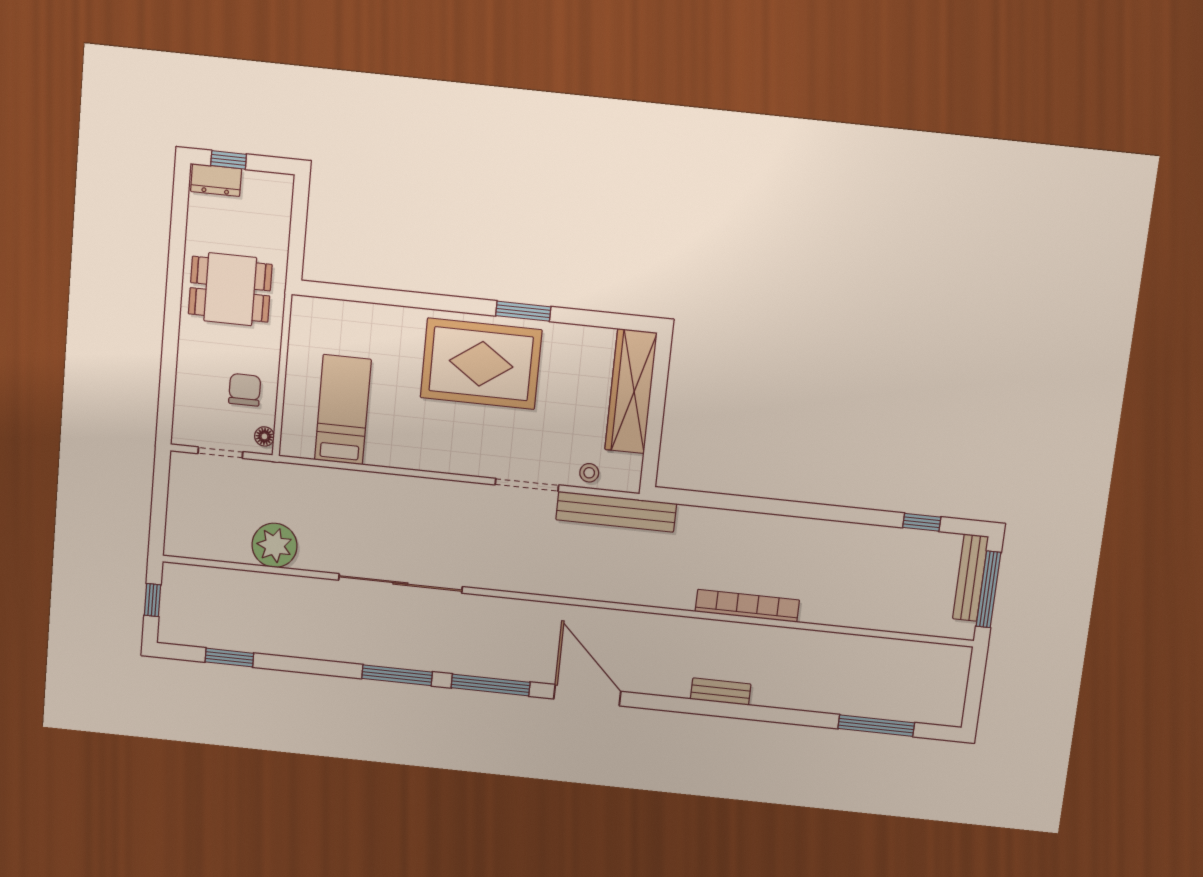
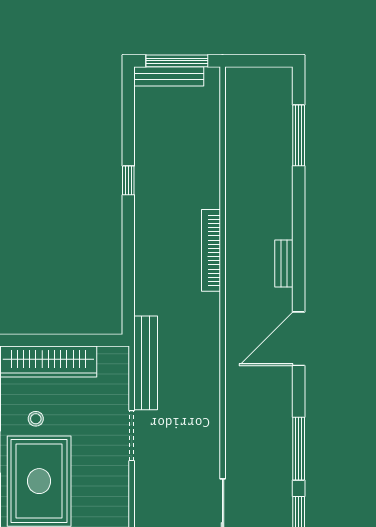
stool: (589, 473) -> (36, 419), moved
window: (922, 522) -> (128, 180), moved
door: (587, 695) -> (299, 339), moved

